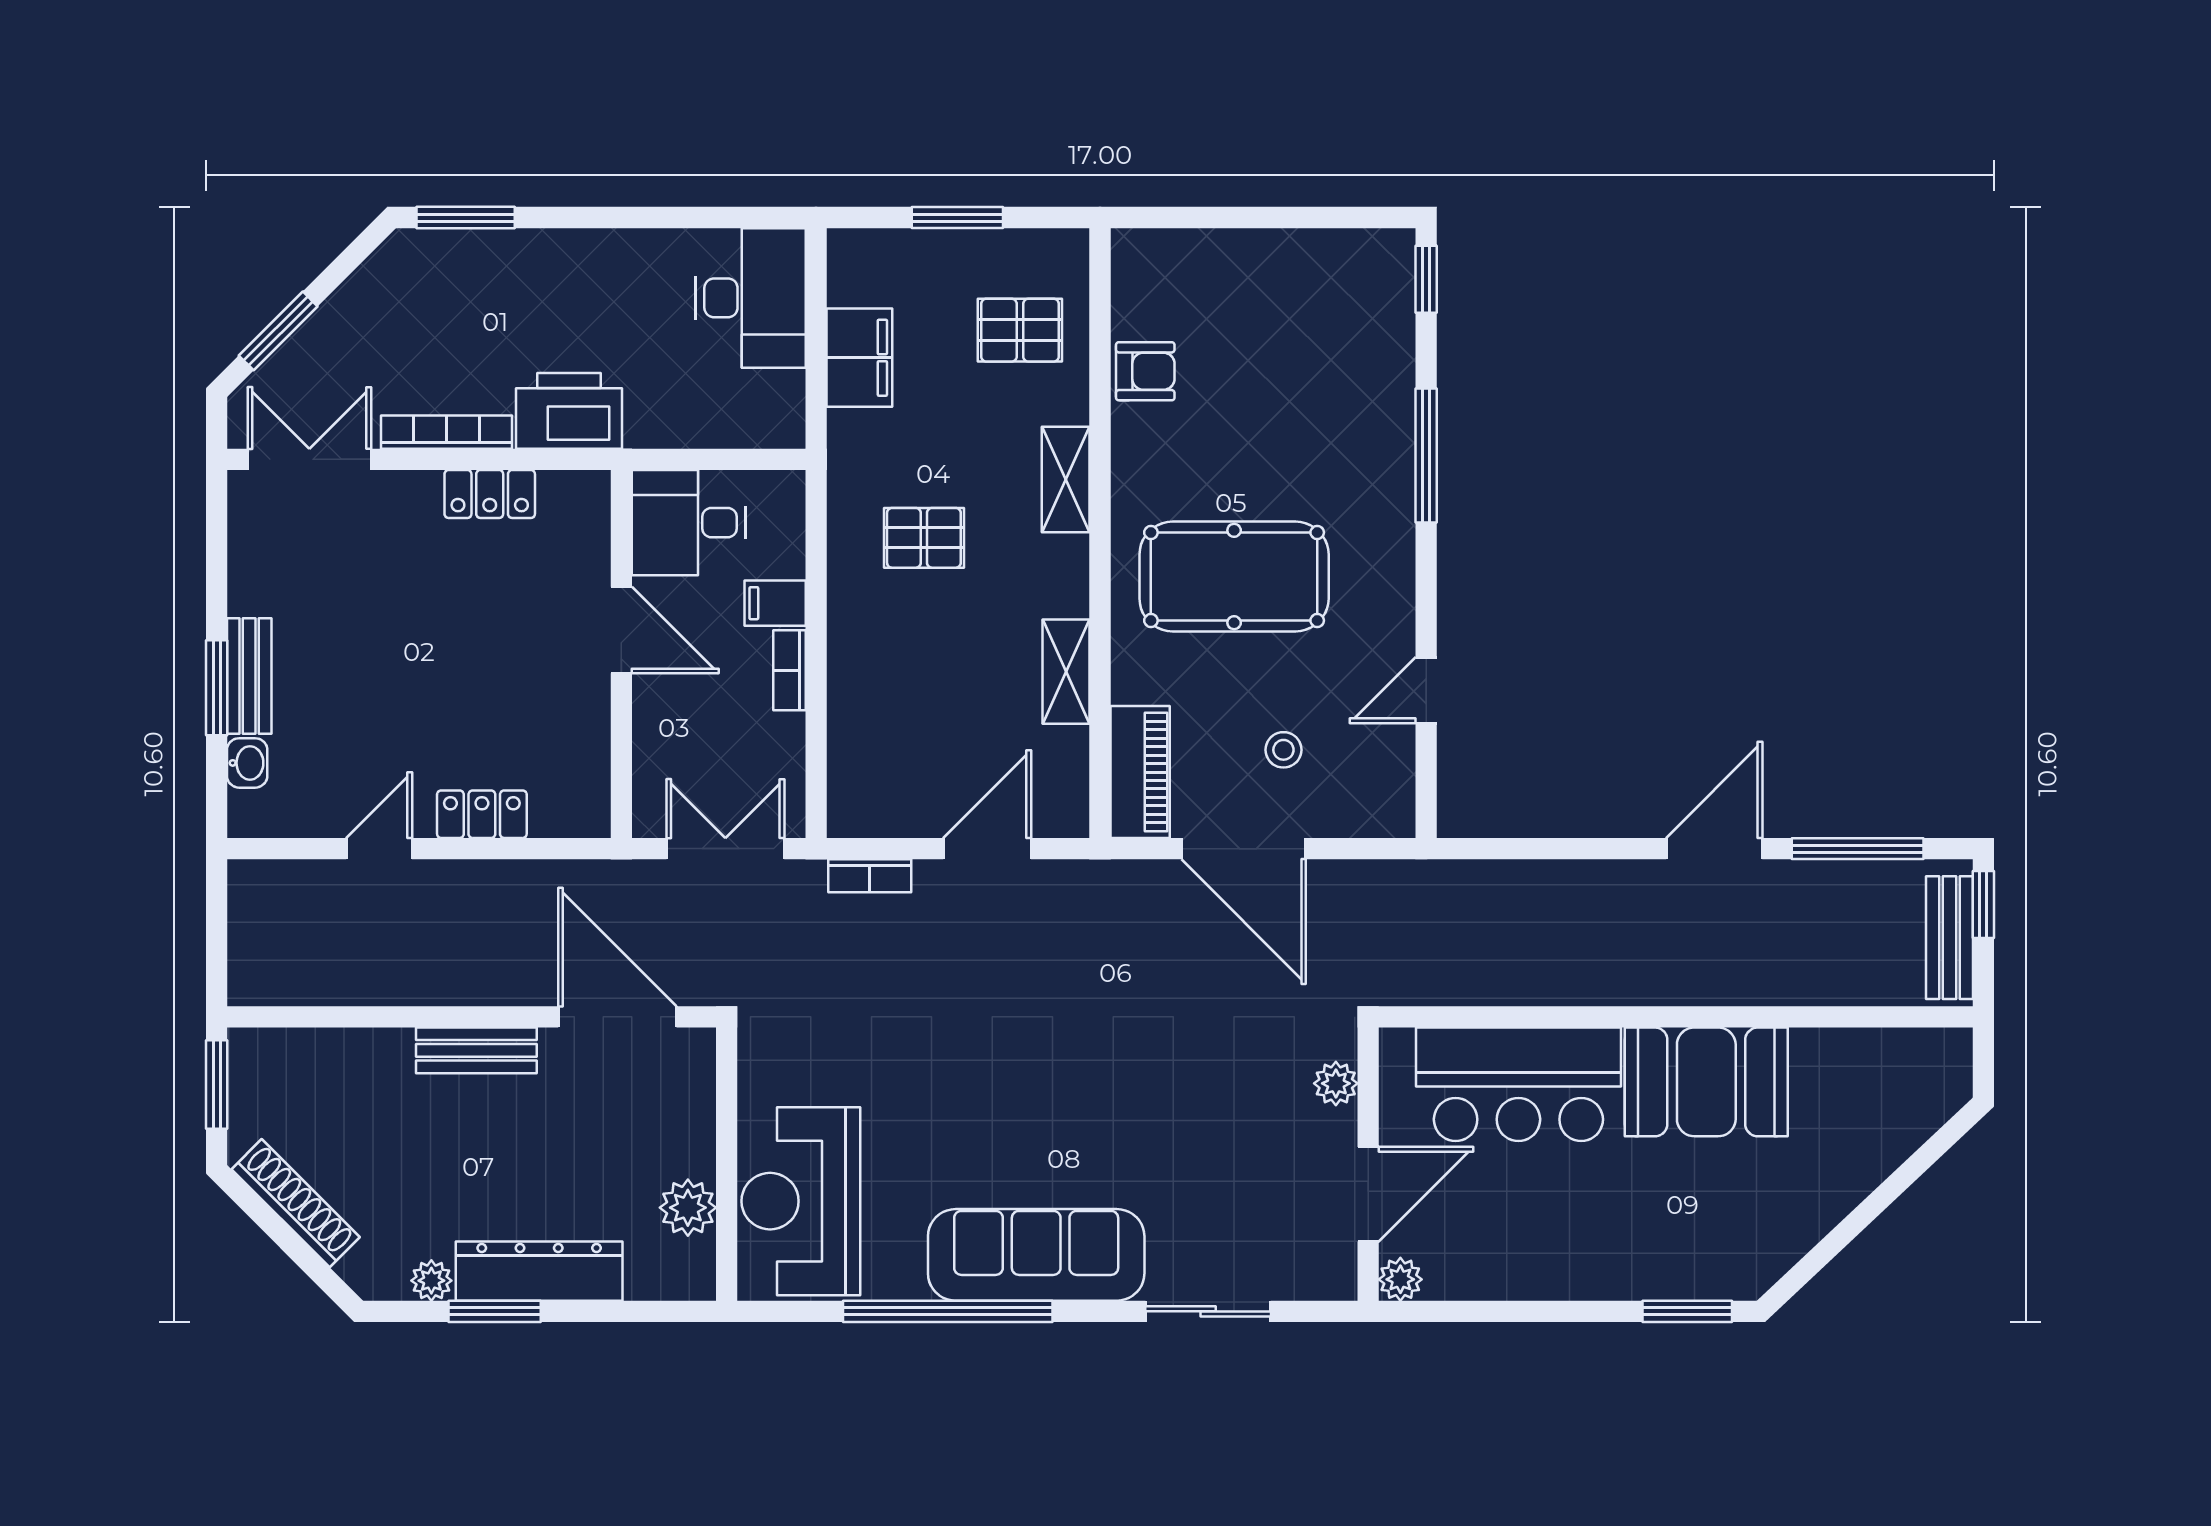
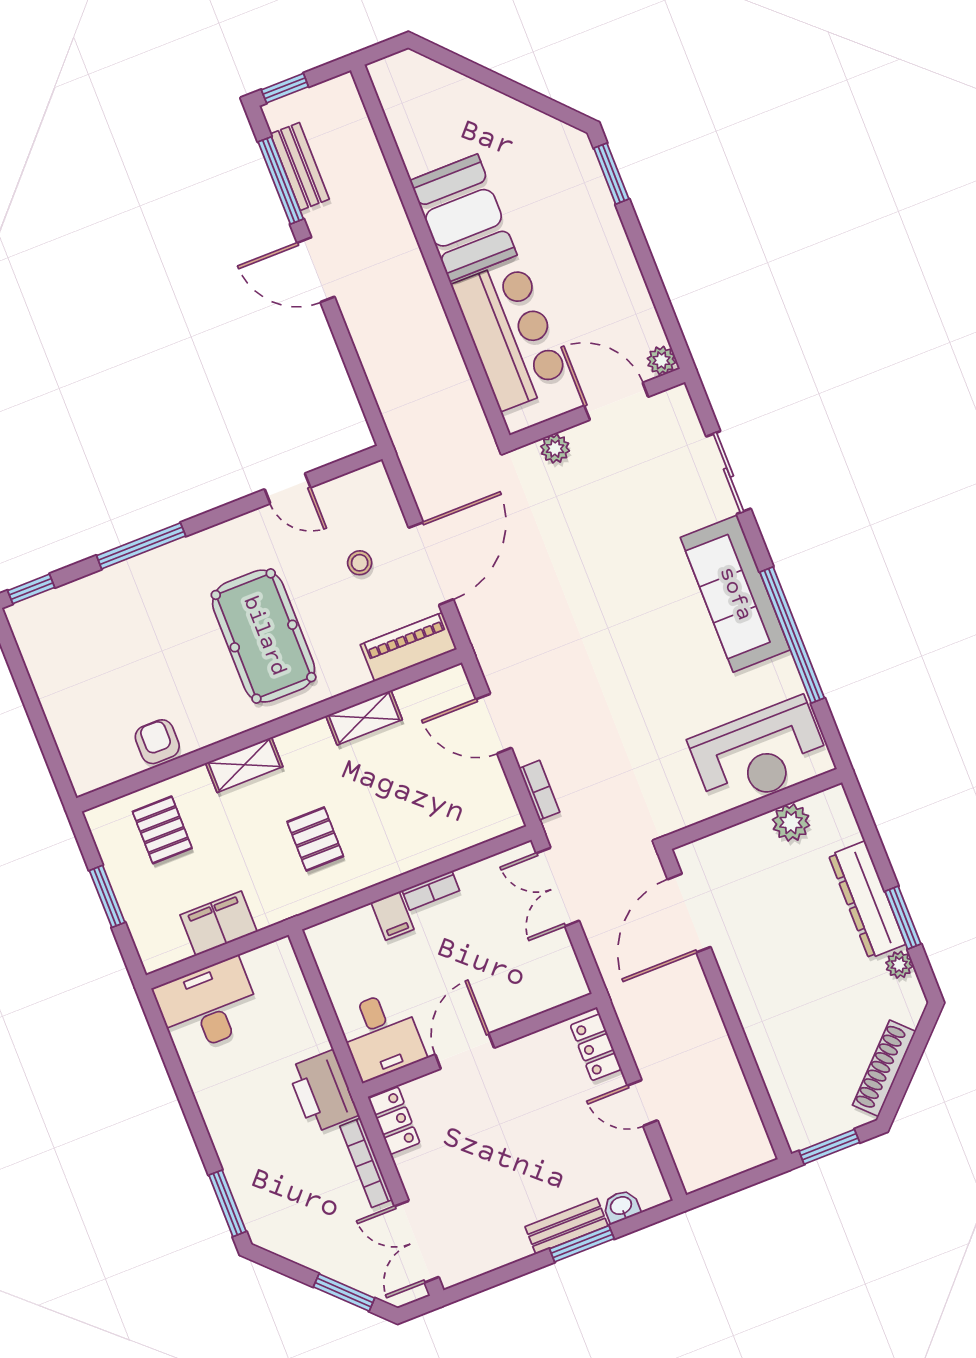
desk: (689, 523) -> (381, 1035), moved
door: (621, 630) -> (465, 1051), moved
wall: (621, 654) -> (480, 1045), moved
bench: (1950, 938) -> (300, 166), moved, turned 90
bench: (476, 1050) -> (745, 993), removed

